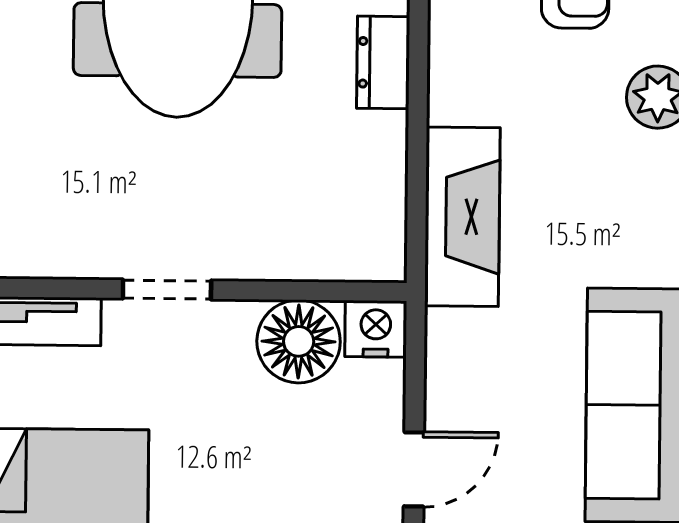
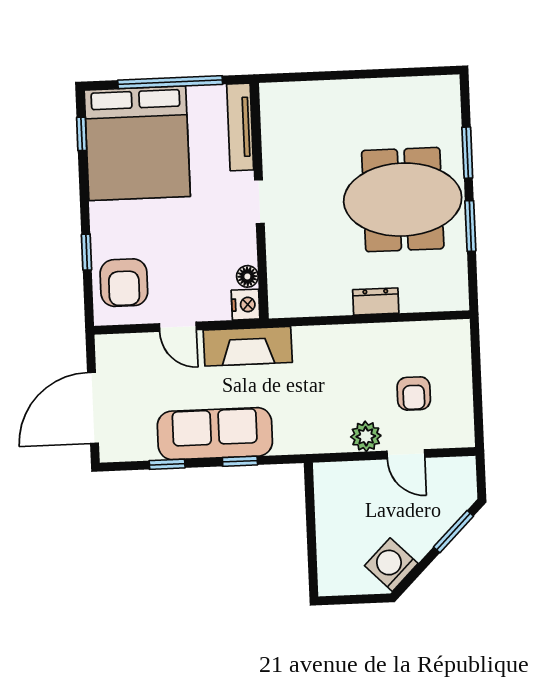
fireplace: (462, 217) -> (248, 346), moved
floor lamp: (299, 341) -> (247, 276), width x0.53, depth x0.53

